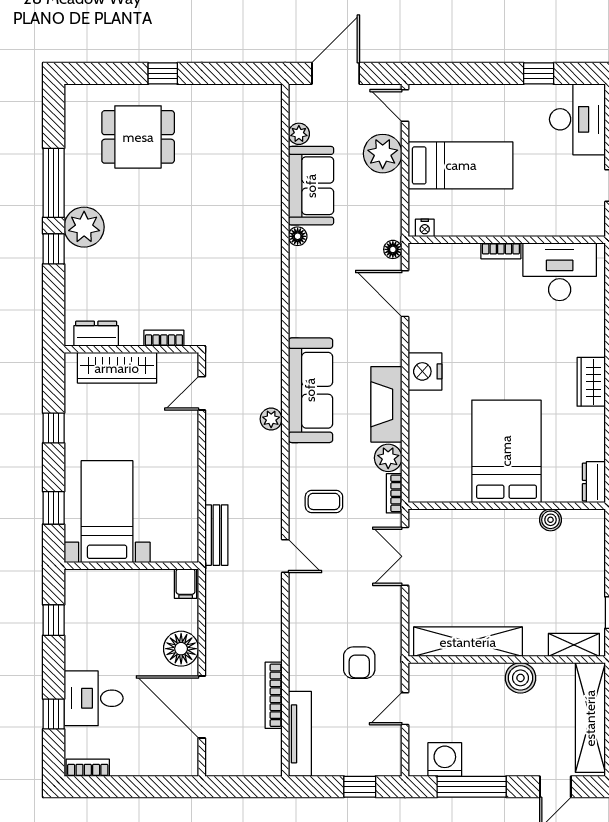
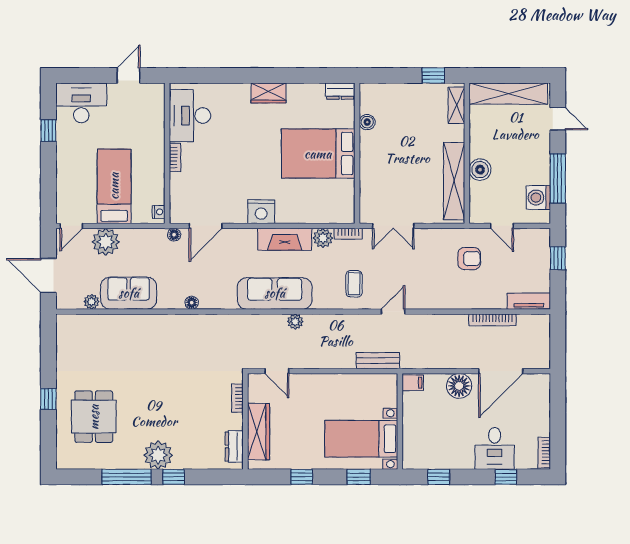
floor lamp: (298, 236) -> (192, 303), moved
boiler: (520, 678) -> (480, 170), moved
tv unit: (300, 734) -> (529, 301), width x0.71

